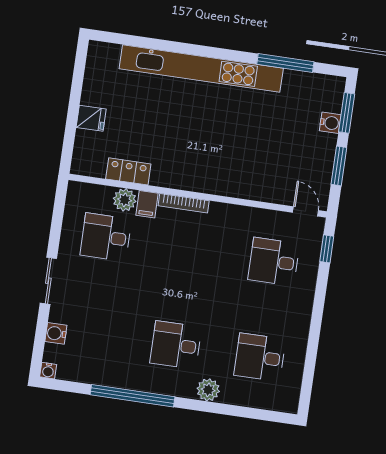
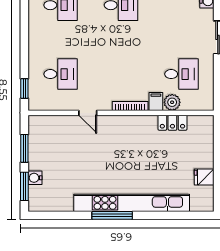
window: (285, 63) -> (112, 215), moved
fridge: (91, 118) -> (204, 177), moved
door: (306, 211) -> (88, 113), moved

